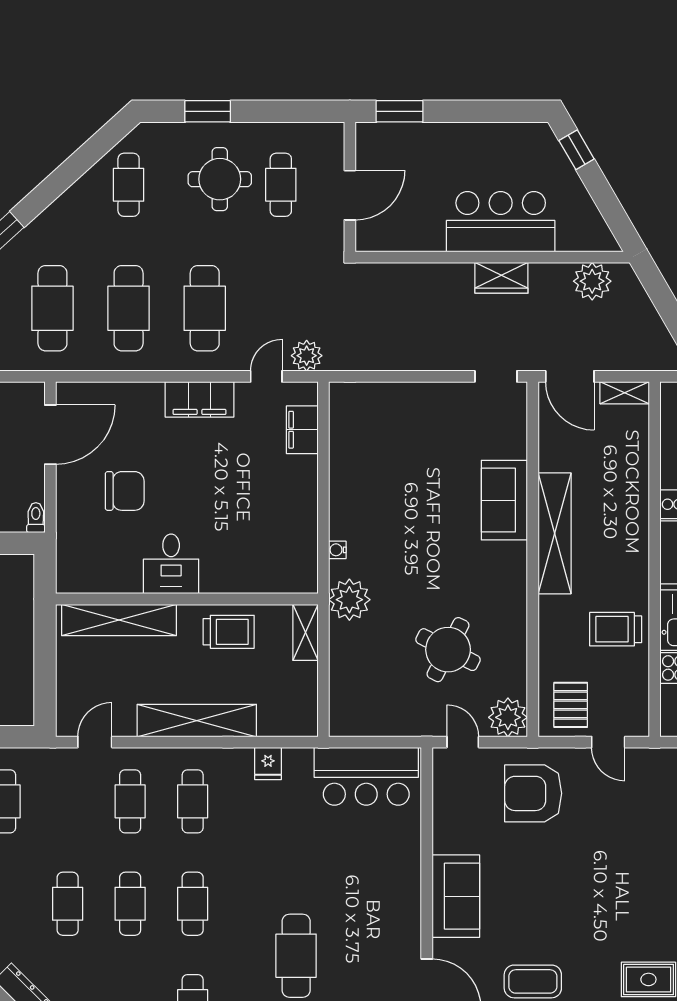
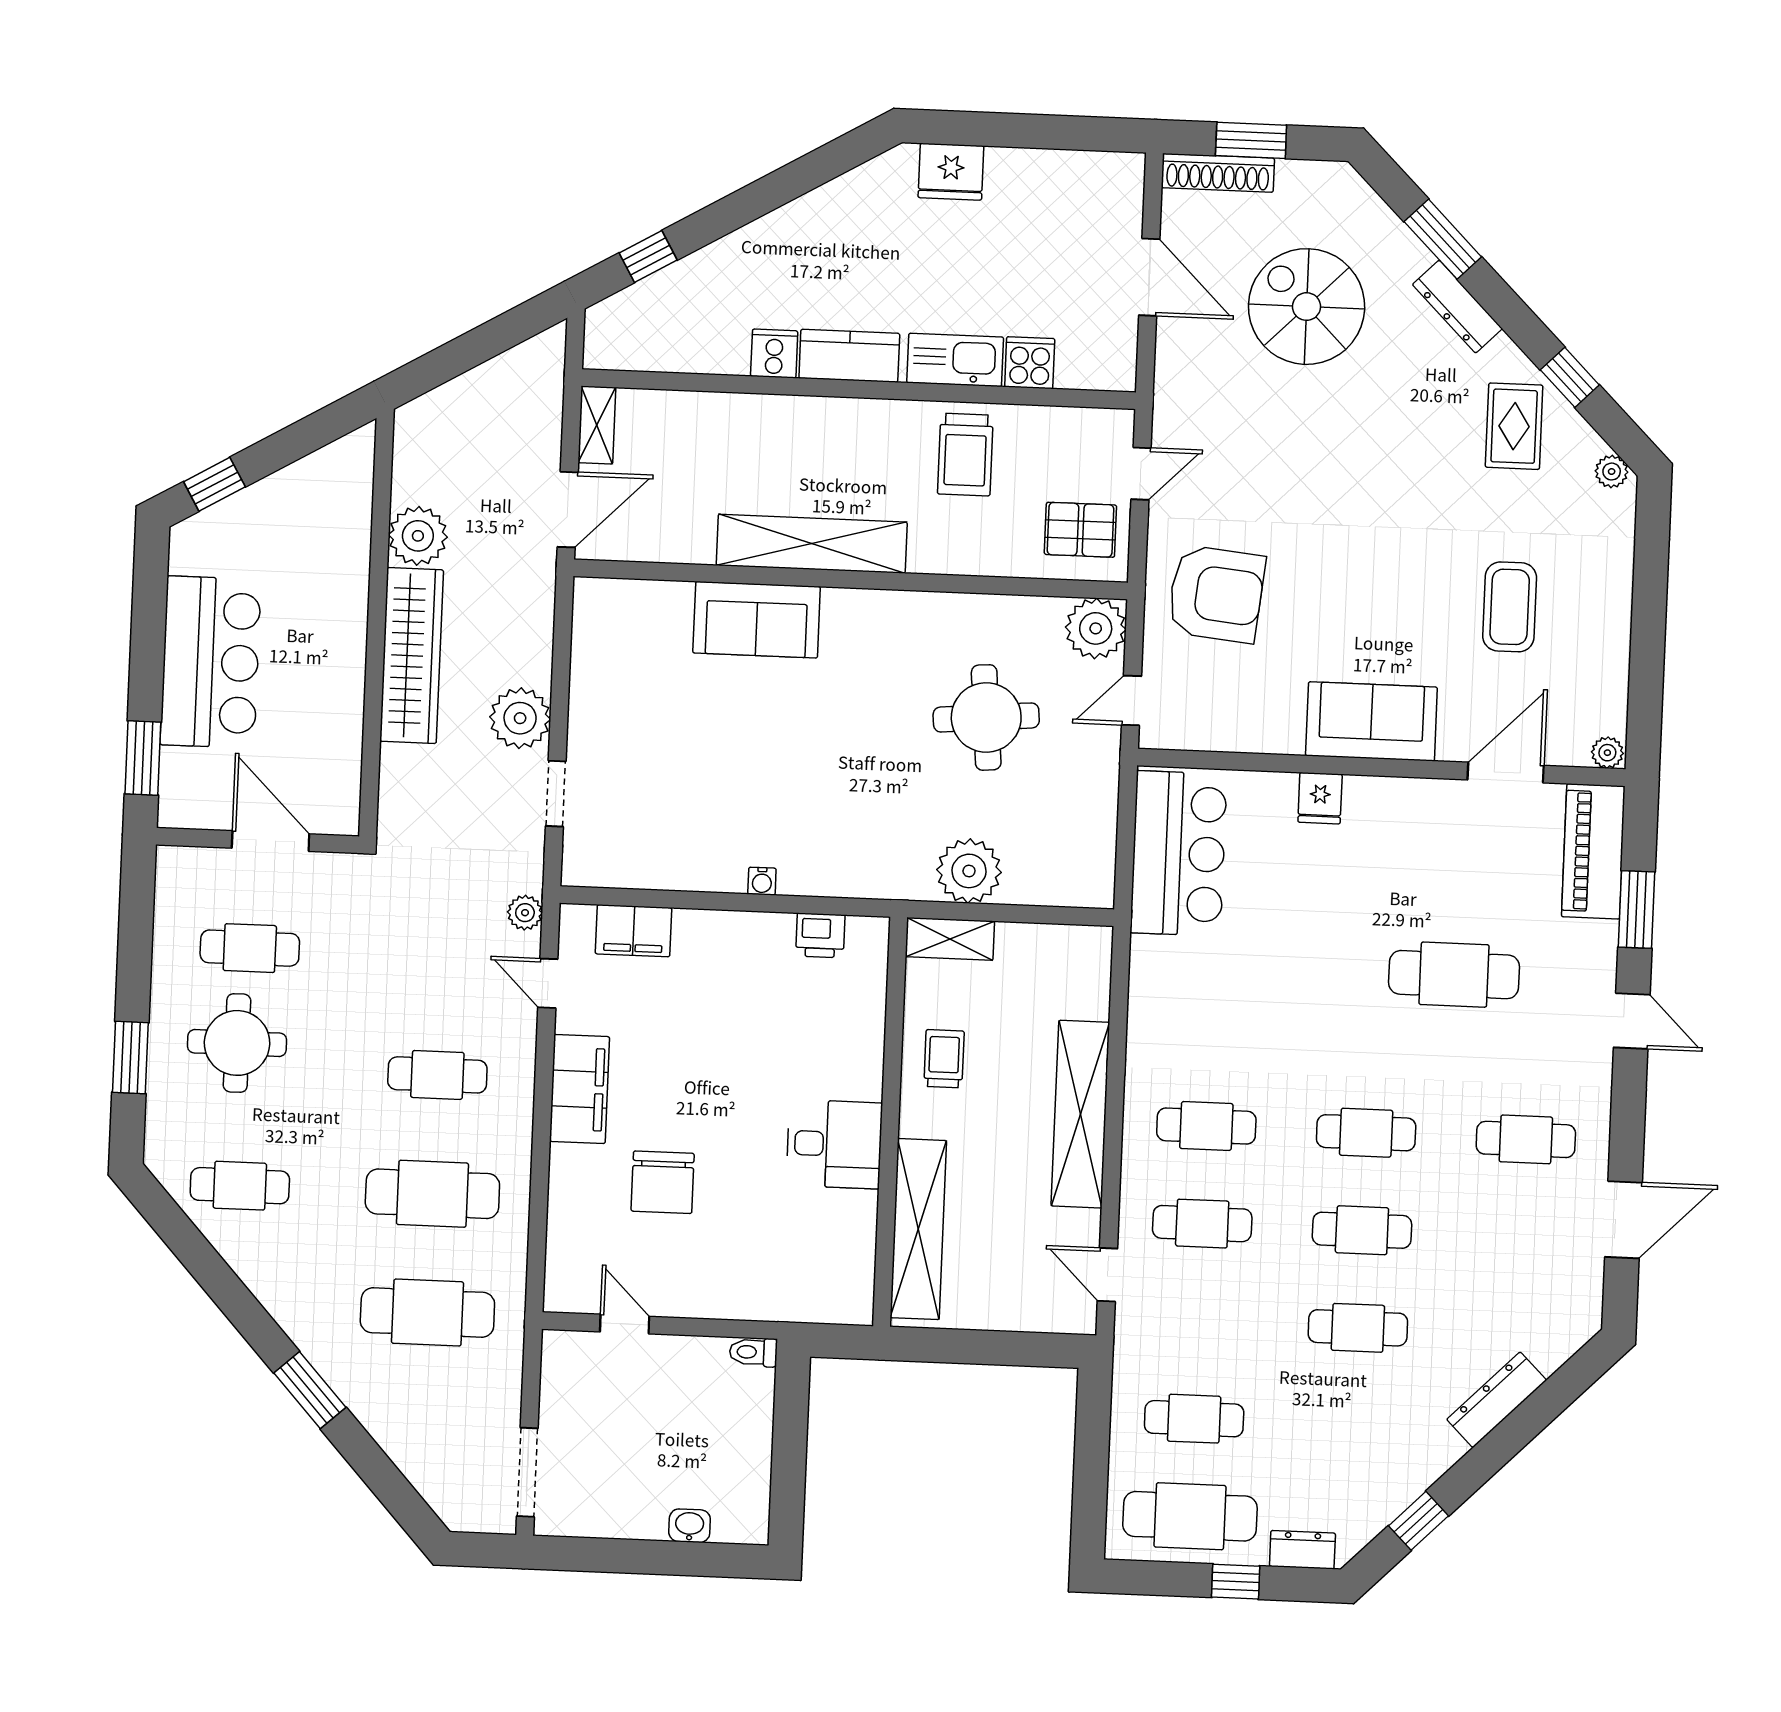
bar counter: (501, 222) -> (211, 662), moved, turned 180
wardrobe: (501, 278) -> (412, 656), width x2.10, depth x1.17
plant: (592, 281) -> (418, 536), moved
cafe table: (205, 308) -> (437, 1075), width x0.73, depth x0.74
plant: (435, 351) -> (520, 718), added
plant: (307, 356) -> (525, 913), width x0.73, depth x0.73
doorway: (496, 376) -> (556, 794), moved
door: (50, 435) -> (625, 1324), width x0.53
chair: (125, 491) -> (663, 1182), moved, turned 180
printer: (304, 549) -> (820, 935), added
water cooler: (337, 550) -> (762, 881), moved
plant: (349, 600) -> (969, 871), moved
trolley: (229, 632) -> (944, 1059), width x0.73, depth x0.72
round table: (448, 650) -> (986, 717), turned -32
fridge: (268, 763) -> (1320, 798), moved, turned 90
armchair: (533, 793) -> (1216, 594), turned -84

